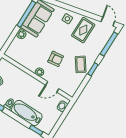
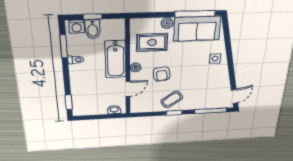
rug: (83, 30) -> (152, 42), moved
door: (52, 87) -> (128, 89), swing flipped
bathtub: (27, 113) -> (116, 59), moved, turned 180

